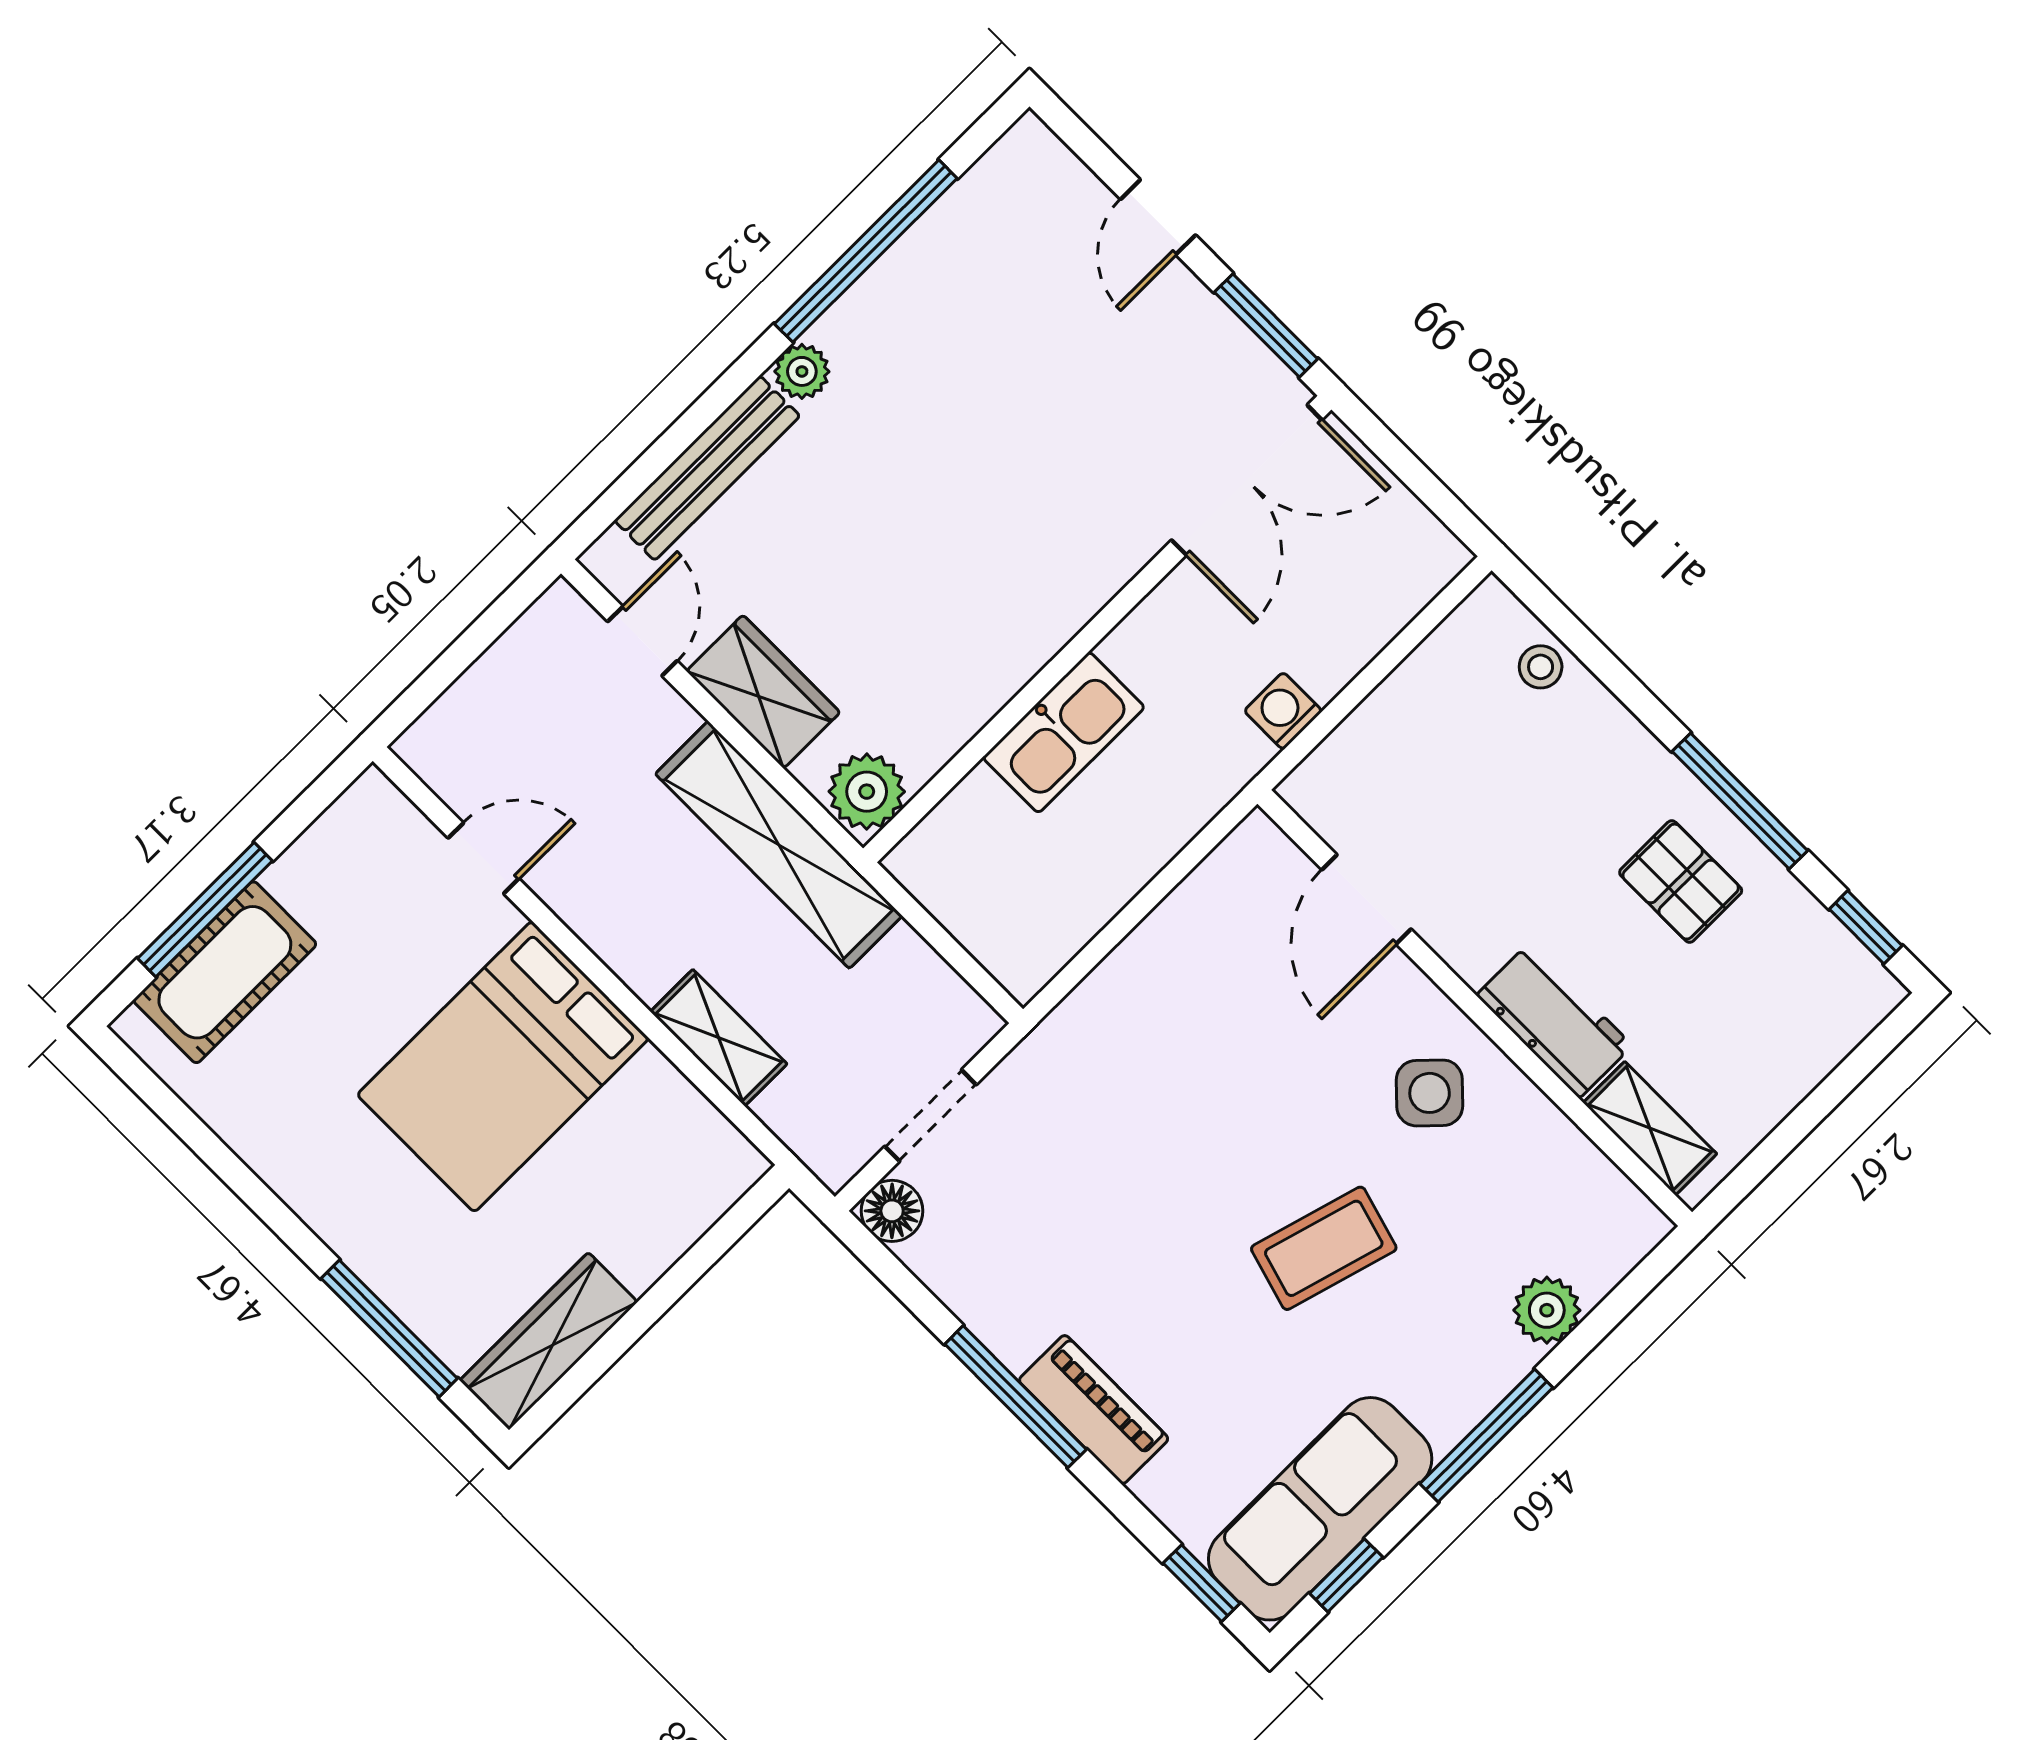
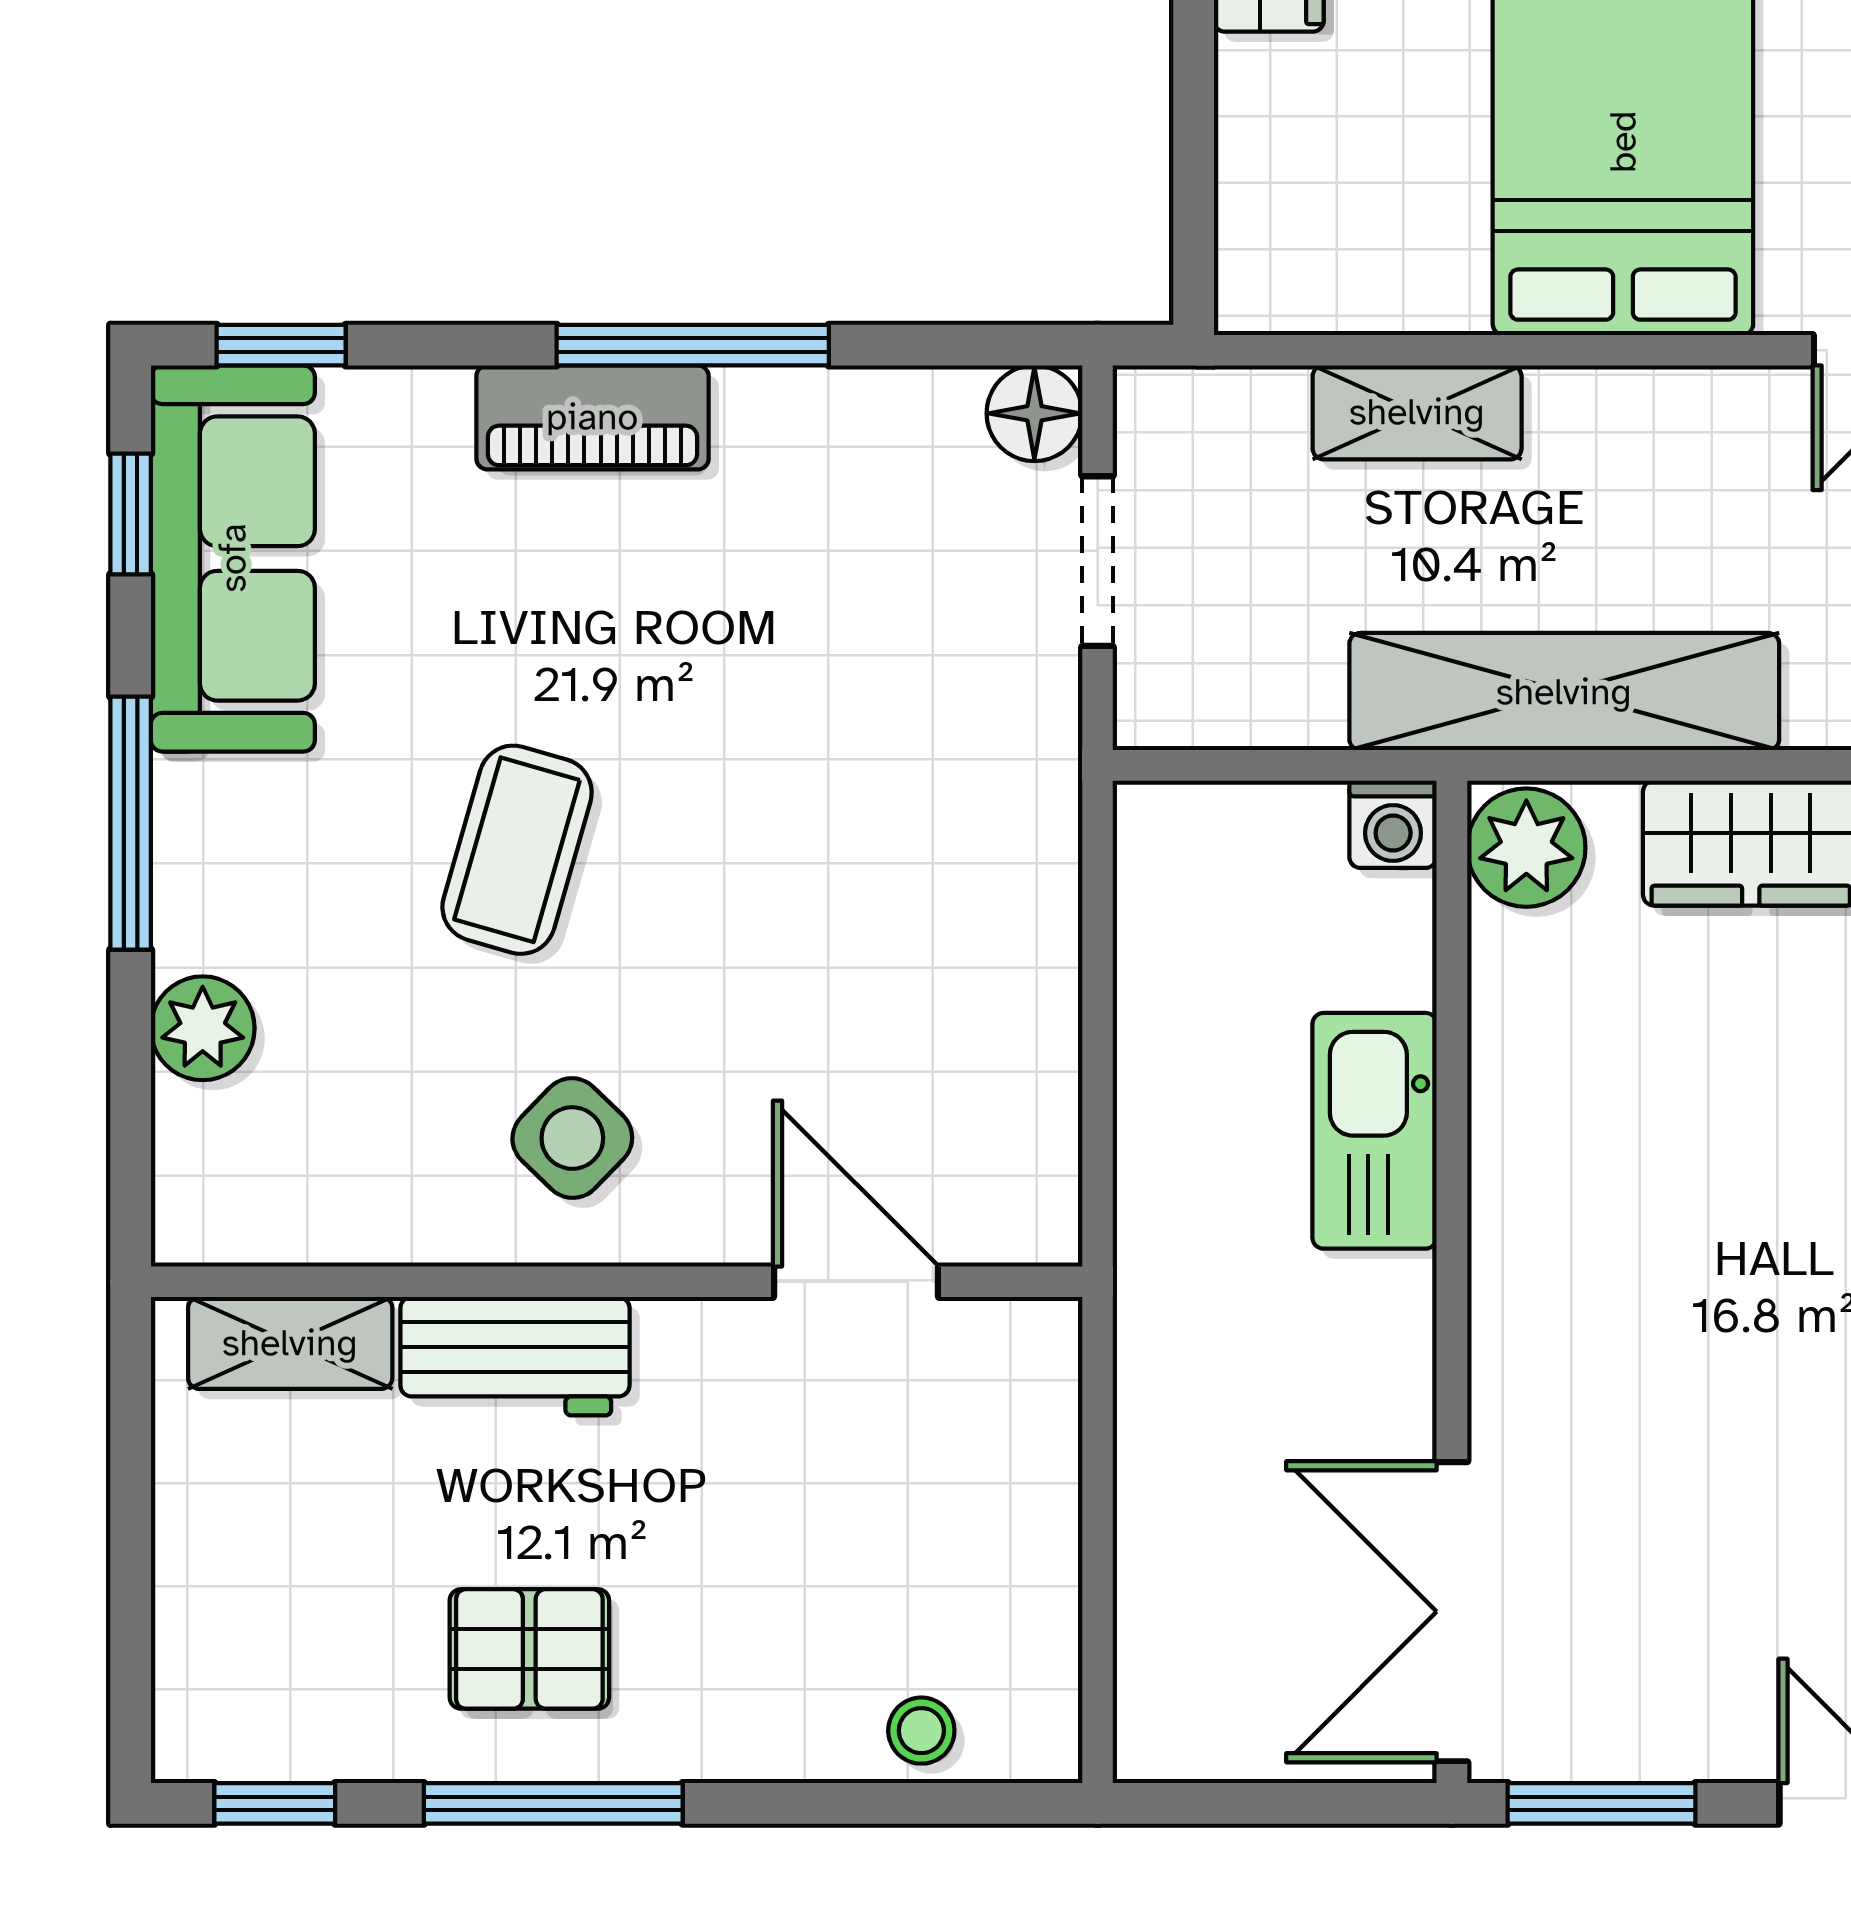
washing machine: (1283, 711) -> (1393, 824), moved, turned 90

